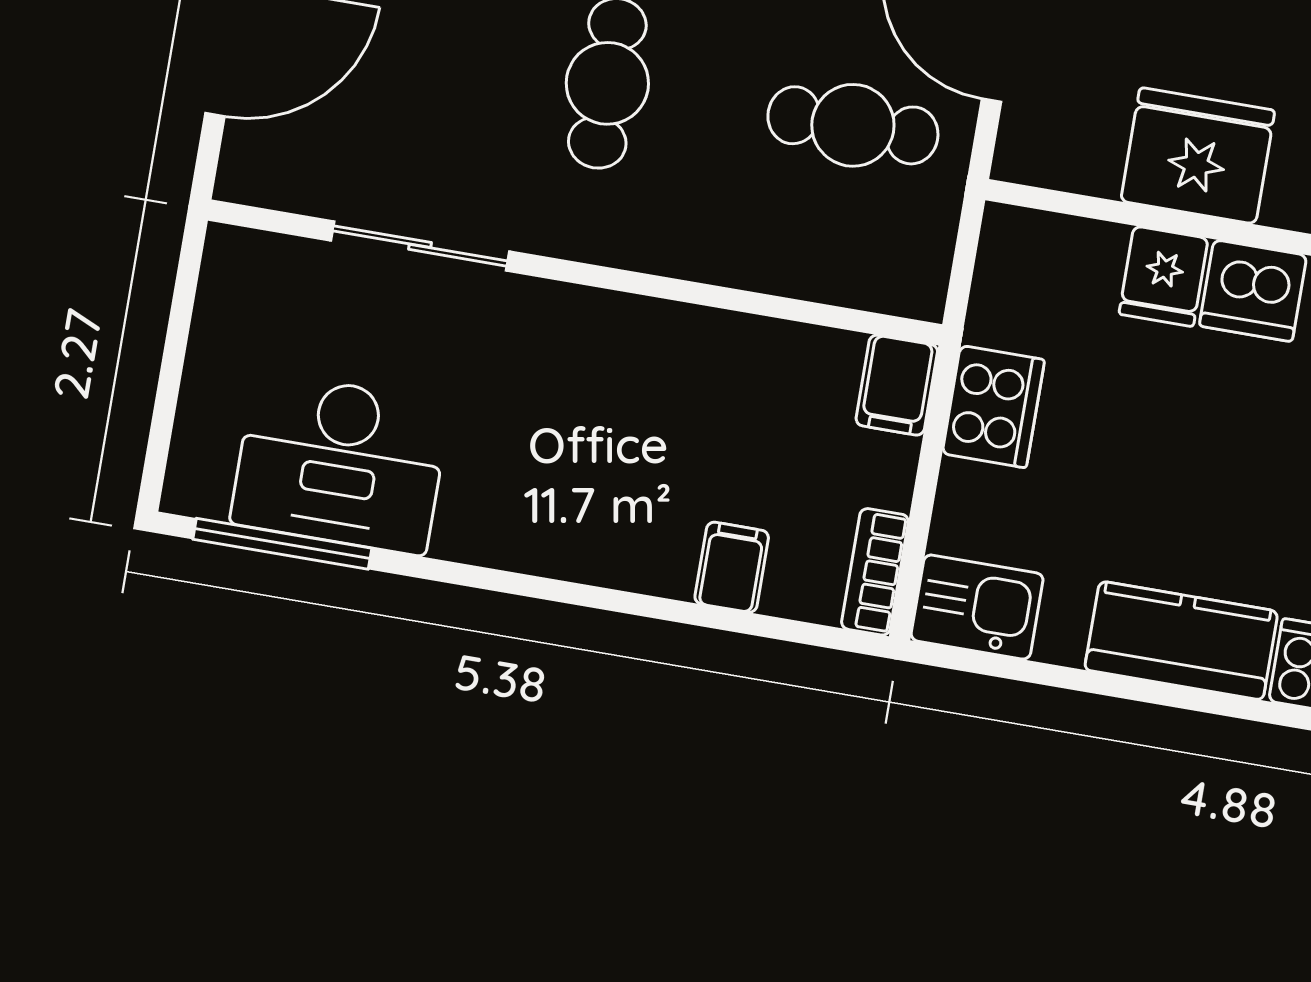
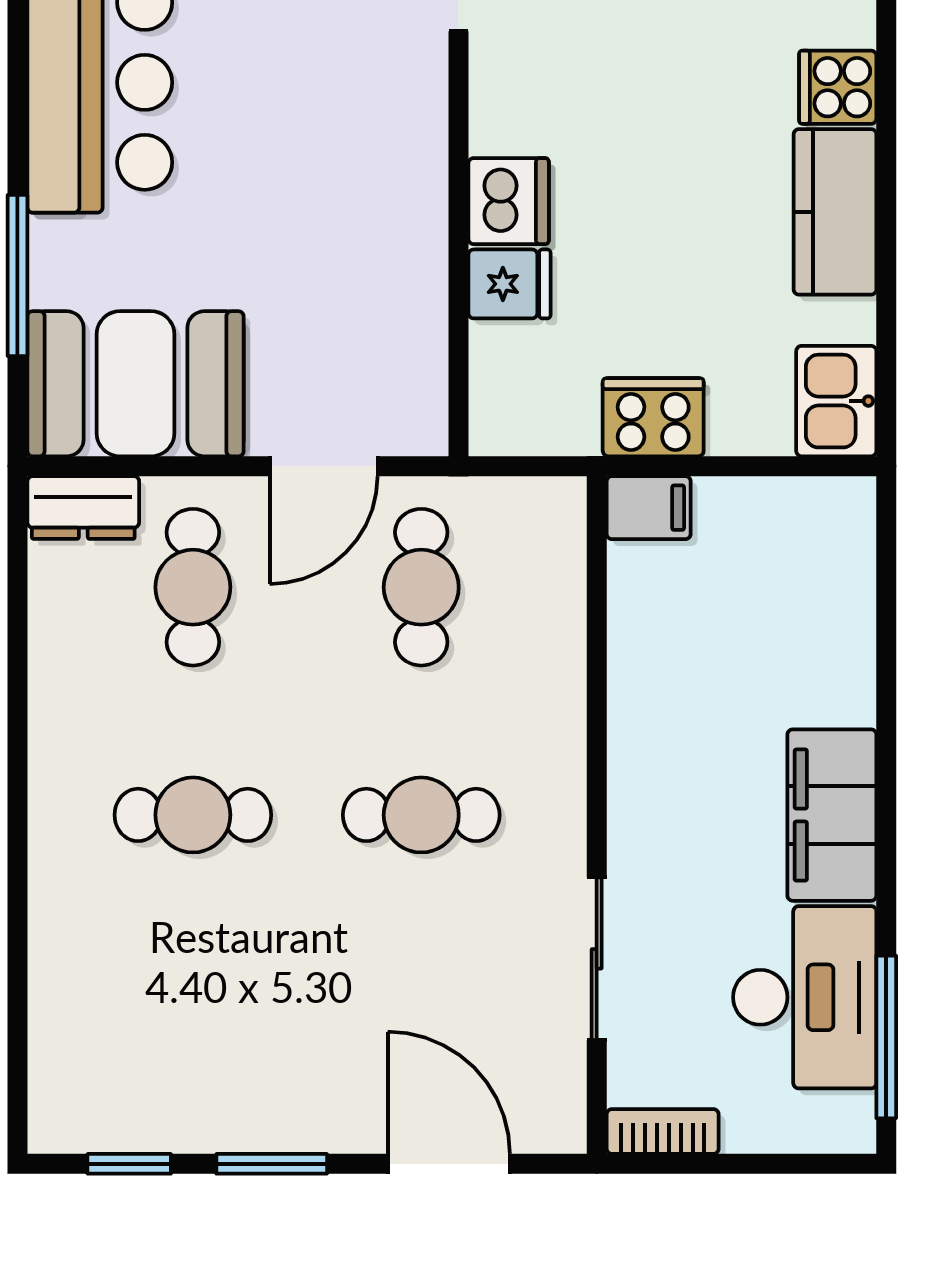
fridge: (1198, 156) -> (396, 272), removed
filing cabinet: (732, 567) -> (832, 815), moved, width x3.00, depth x1.17
bookcase: (875, 572) -> (663, 1131), moved, turned 180

